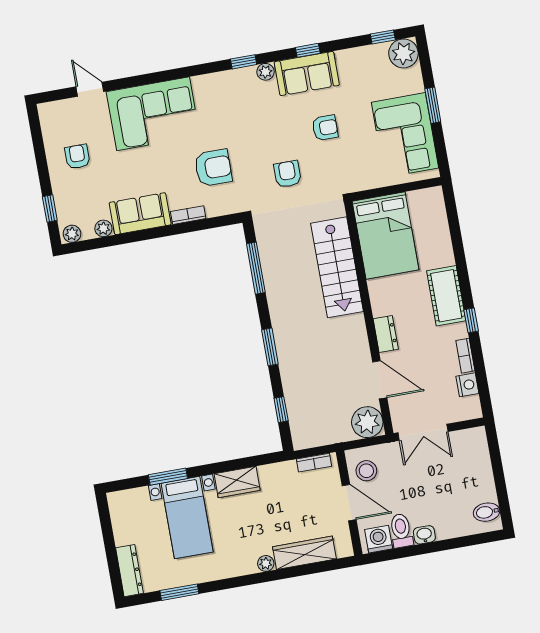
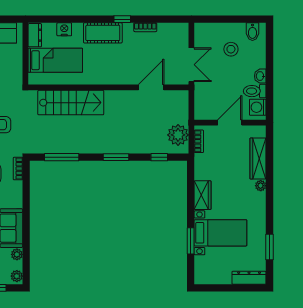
bookcase: (188, 215) -> (18, 169), moved
bed: (386, 236) -> (55, 60), width x0.67
dresser: (386, 334) -> (35, 35), moved, turned 90
nightstand: (467, 385) -> (64, 29), moved
plant: (367, 422) -> (178, 135), moved
stool: (366, 471) -> (231, 49), moved

